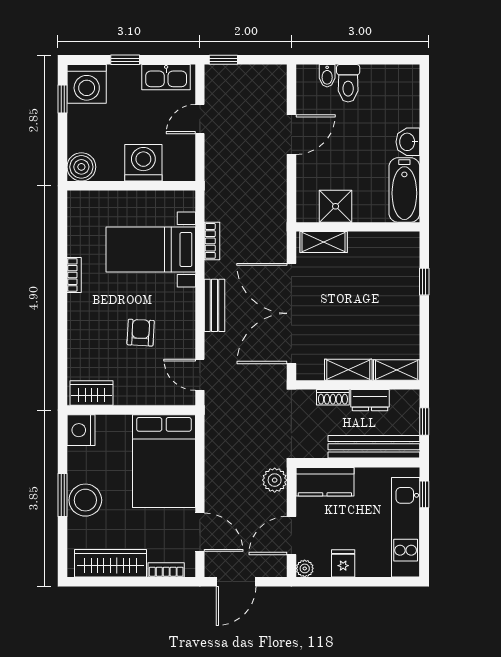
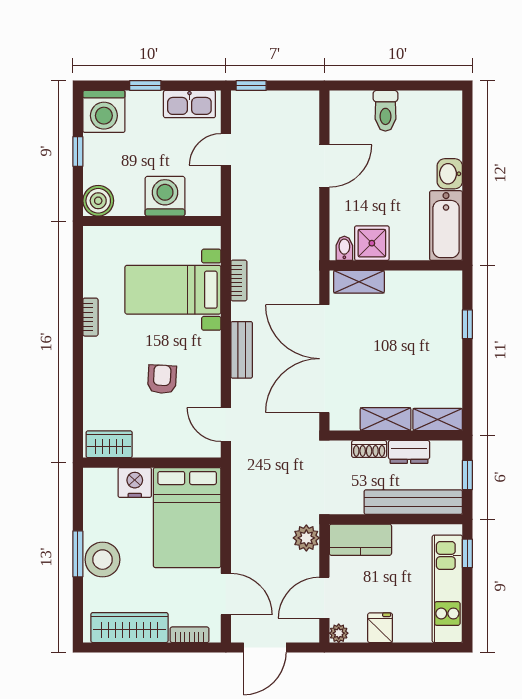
bidet: (327, 76) -> (344, 248), moved, turned 180
window: (63, 99) -> (78, 151), moved
nightstand: (81, 430) -> (135, 482), moved, turned 90

